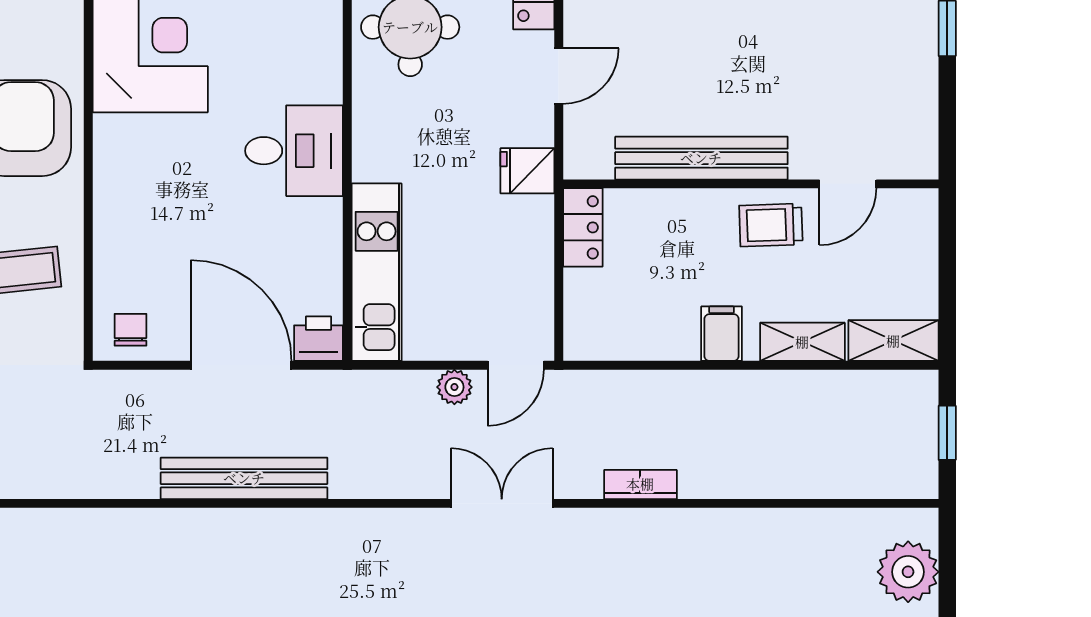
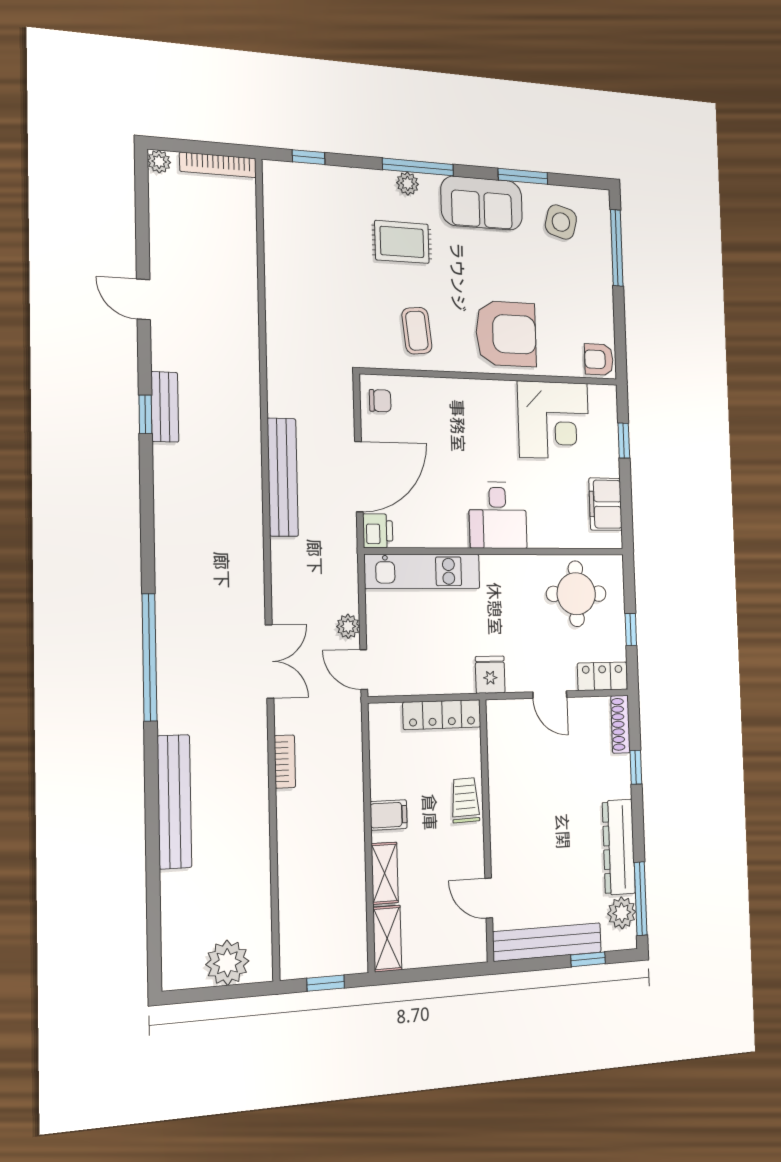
bench: (701, 158) -> (547, 942), moved, turned 90
trolley: (771, 225) -> (465, 800), moved
locker: (583, 227) -> (442, 715), width x1.53

